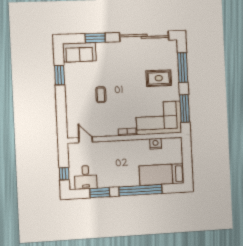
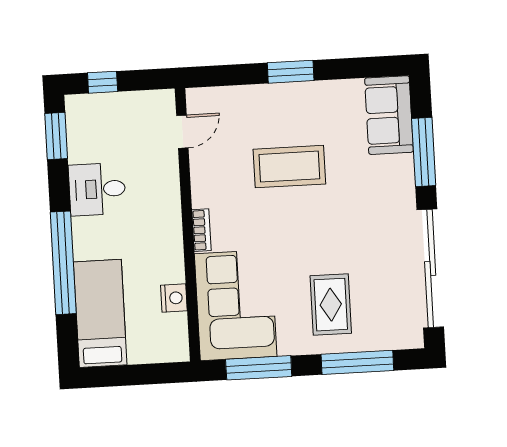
window: (95, 38) -> (424, 152), width x1.44
window: (60, 75) -> (291, 72), moved
coffee table: (101, 95) -> (289, 167), width x1.86, depth x1.72
desk: (86, 177) -> (97, 189), moved
window: (100, 193) -> (56, 136), moved

